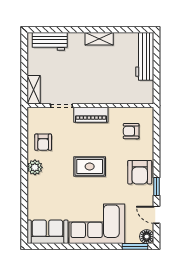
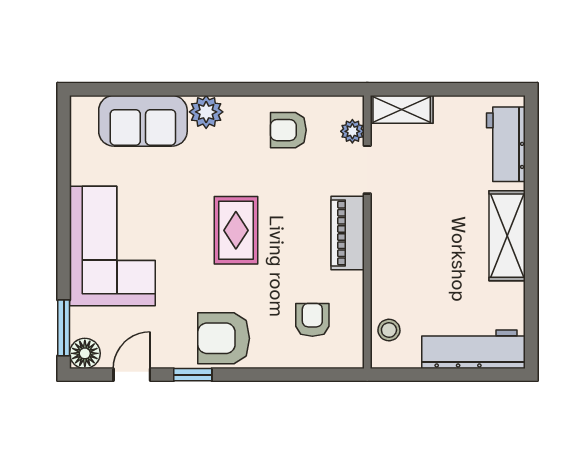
shelving: (99, 39) -> (507, 236), width x1.50, depth x1.33
stool: (136, 96) -> (389, 330), added
plant: (44, 113) -> (352, 131), added
plant: (35, 167) -> (206, 112), moved
sofa: (48, 232) -> (143, 121), moved, turned 90

